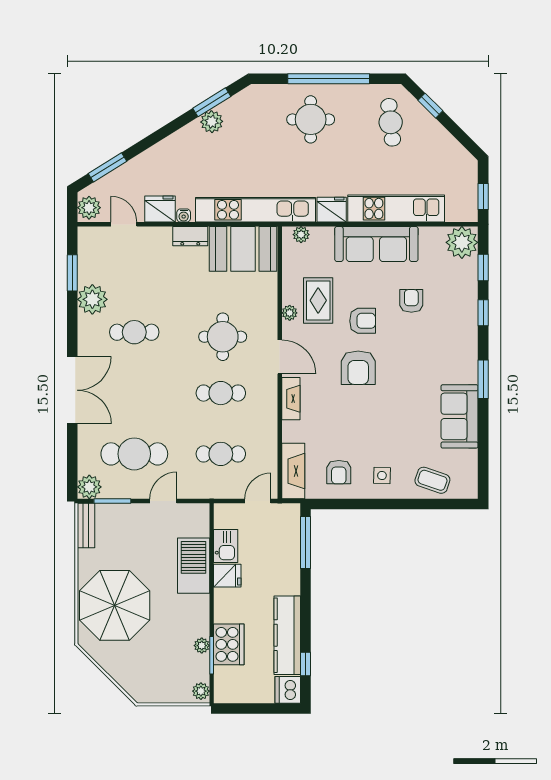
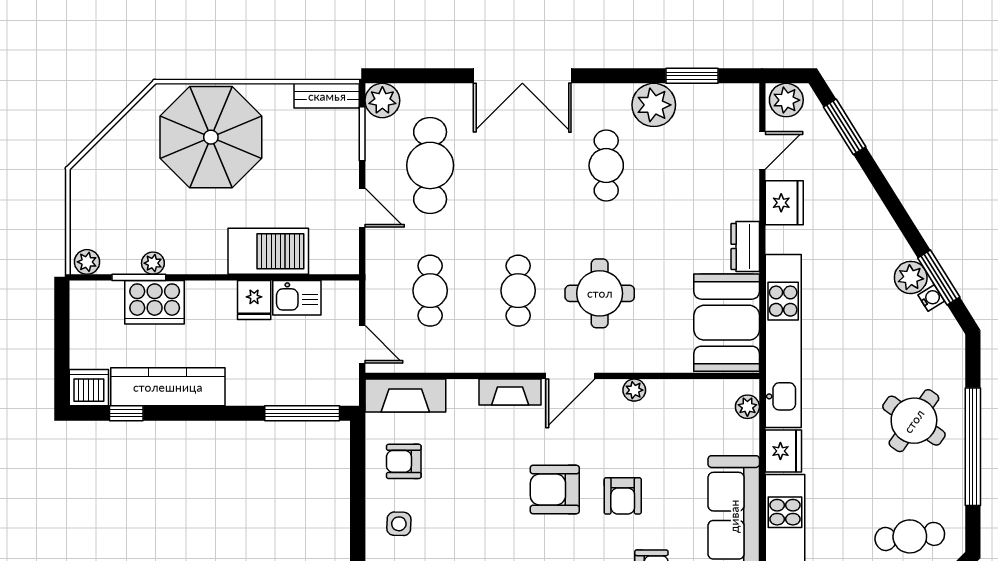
round table: (311, 119) -> (914, 421), turned 35
water cooler: (184, 215) -> (931, 298), moved, turned 148
rug: (318, 300) -> (652, 432), removed

